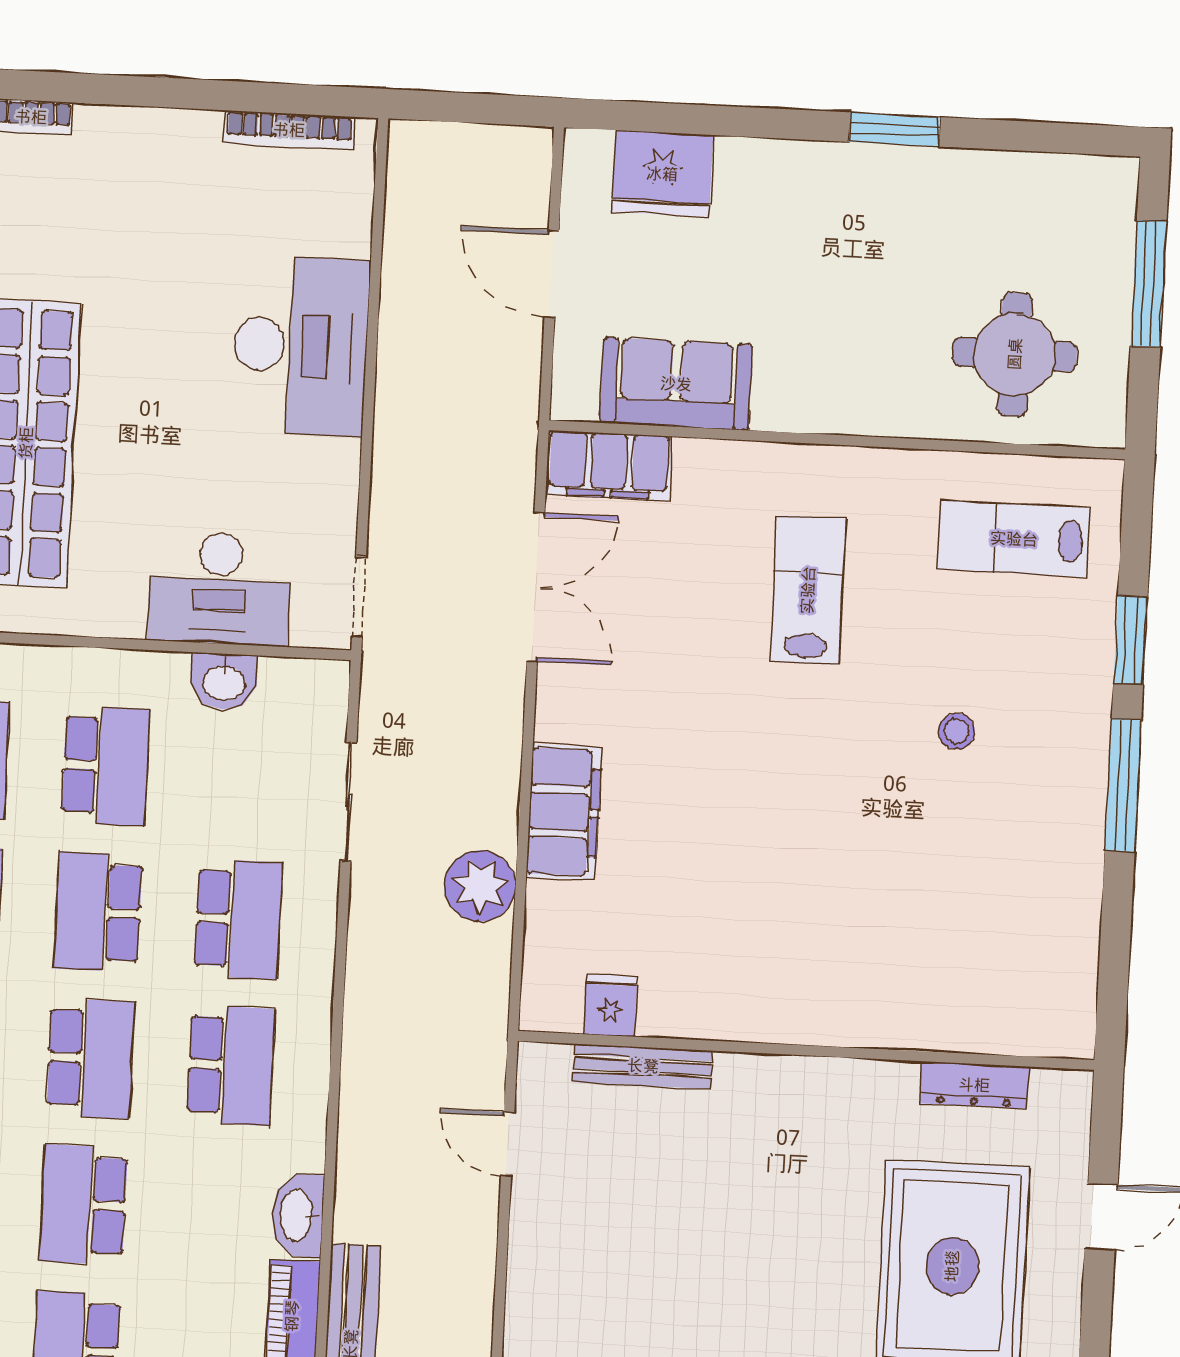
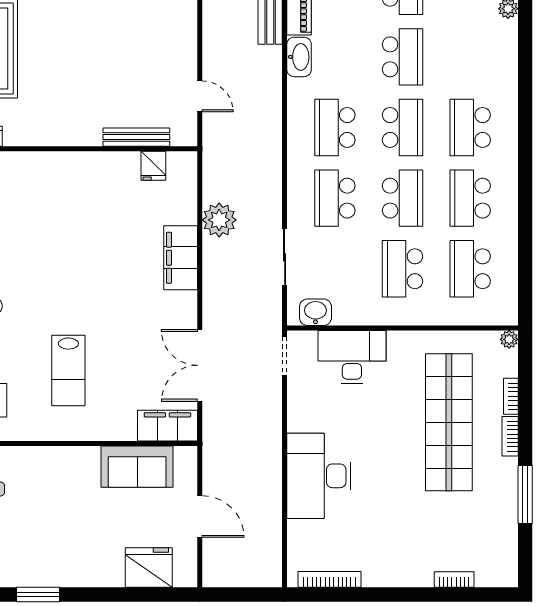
washbasin: (224, 682) -> (315, 312), moved
school desk: (91, 1058) -> (403, 127), turned 180

